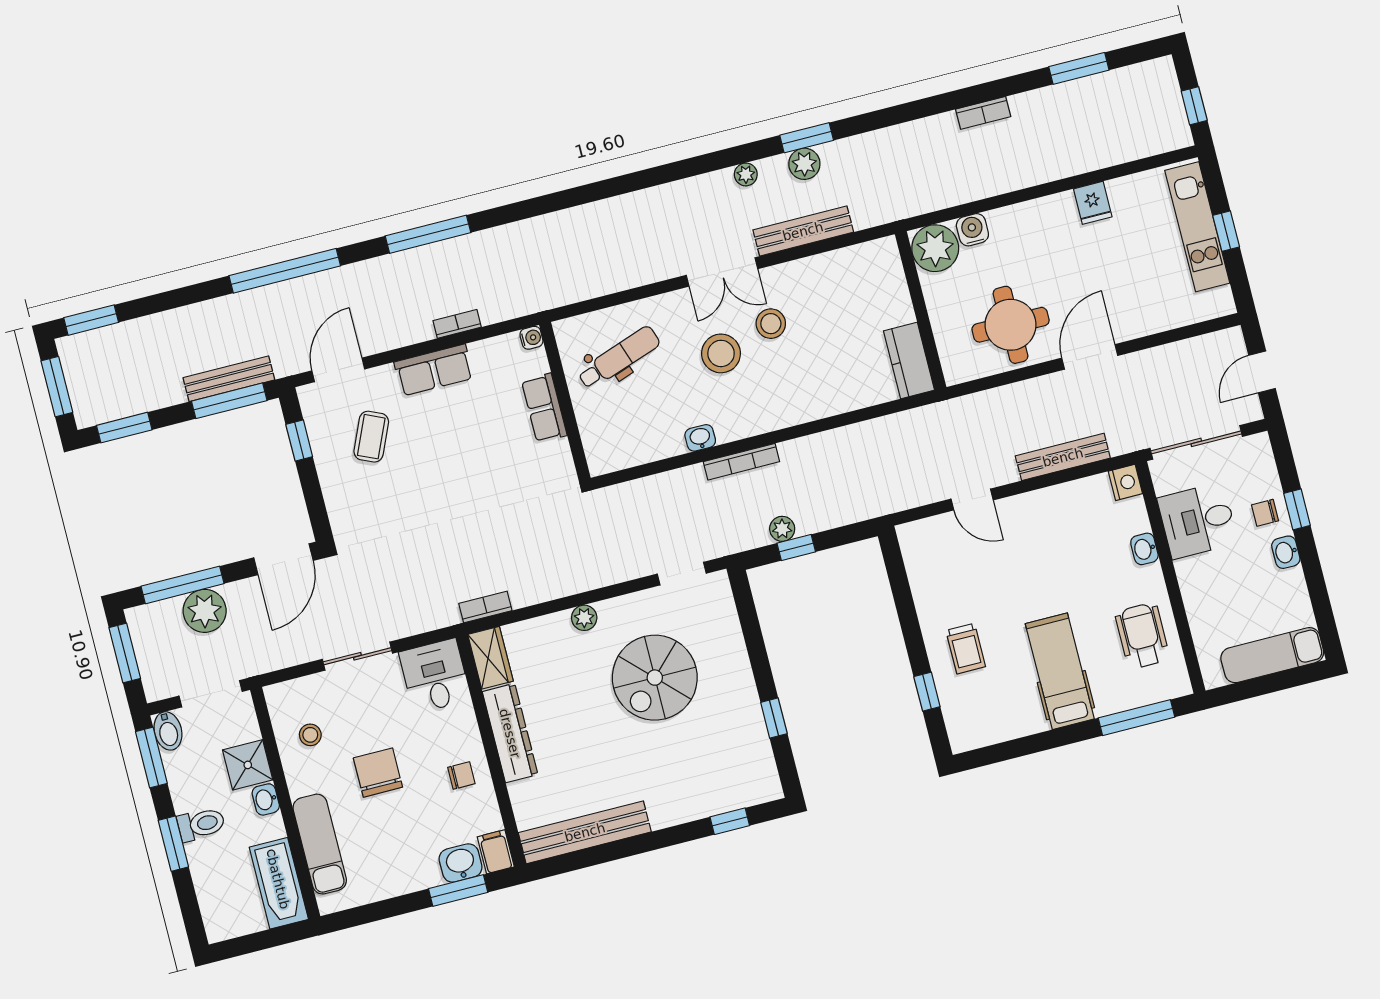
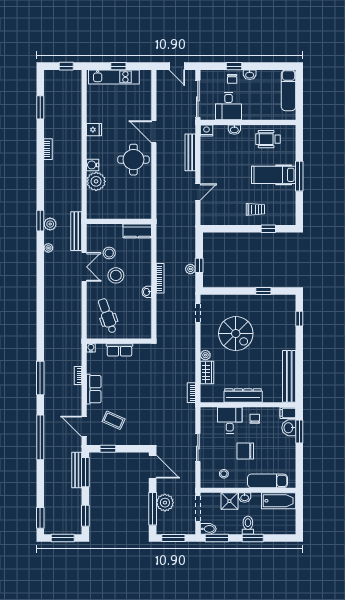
fridge: (1093, 203) -> (94, 130), moved
wall: (921, 311) -> (119, 221), moved
kitchen counter: (909, 360) -> (137, 231), moved
wardrobe: (491, 658) -> (207, 373), moved, turned 90
desk: (435, 676) -> (230, 420), moved, turned 90
window: (1136, 718) -> (299, 176), moved

